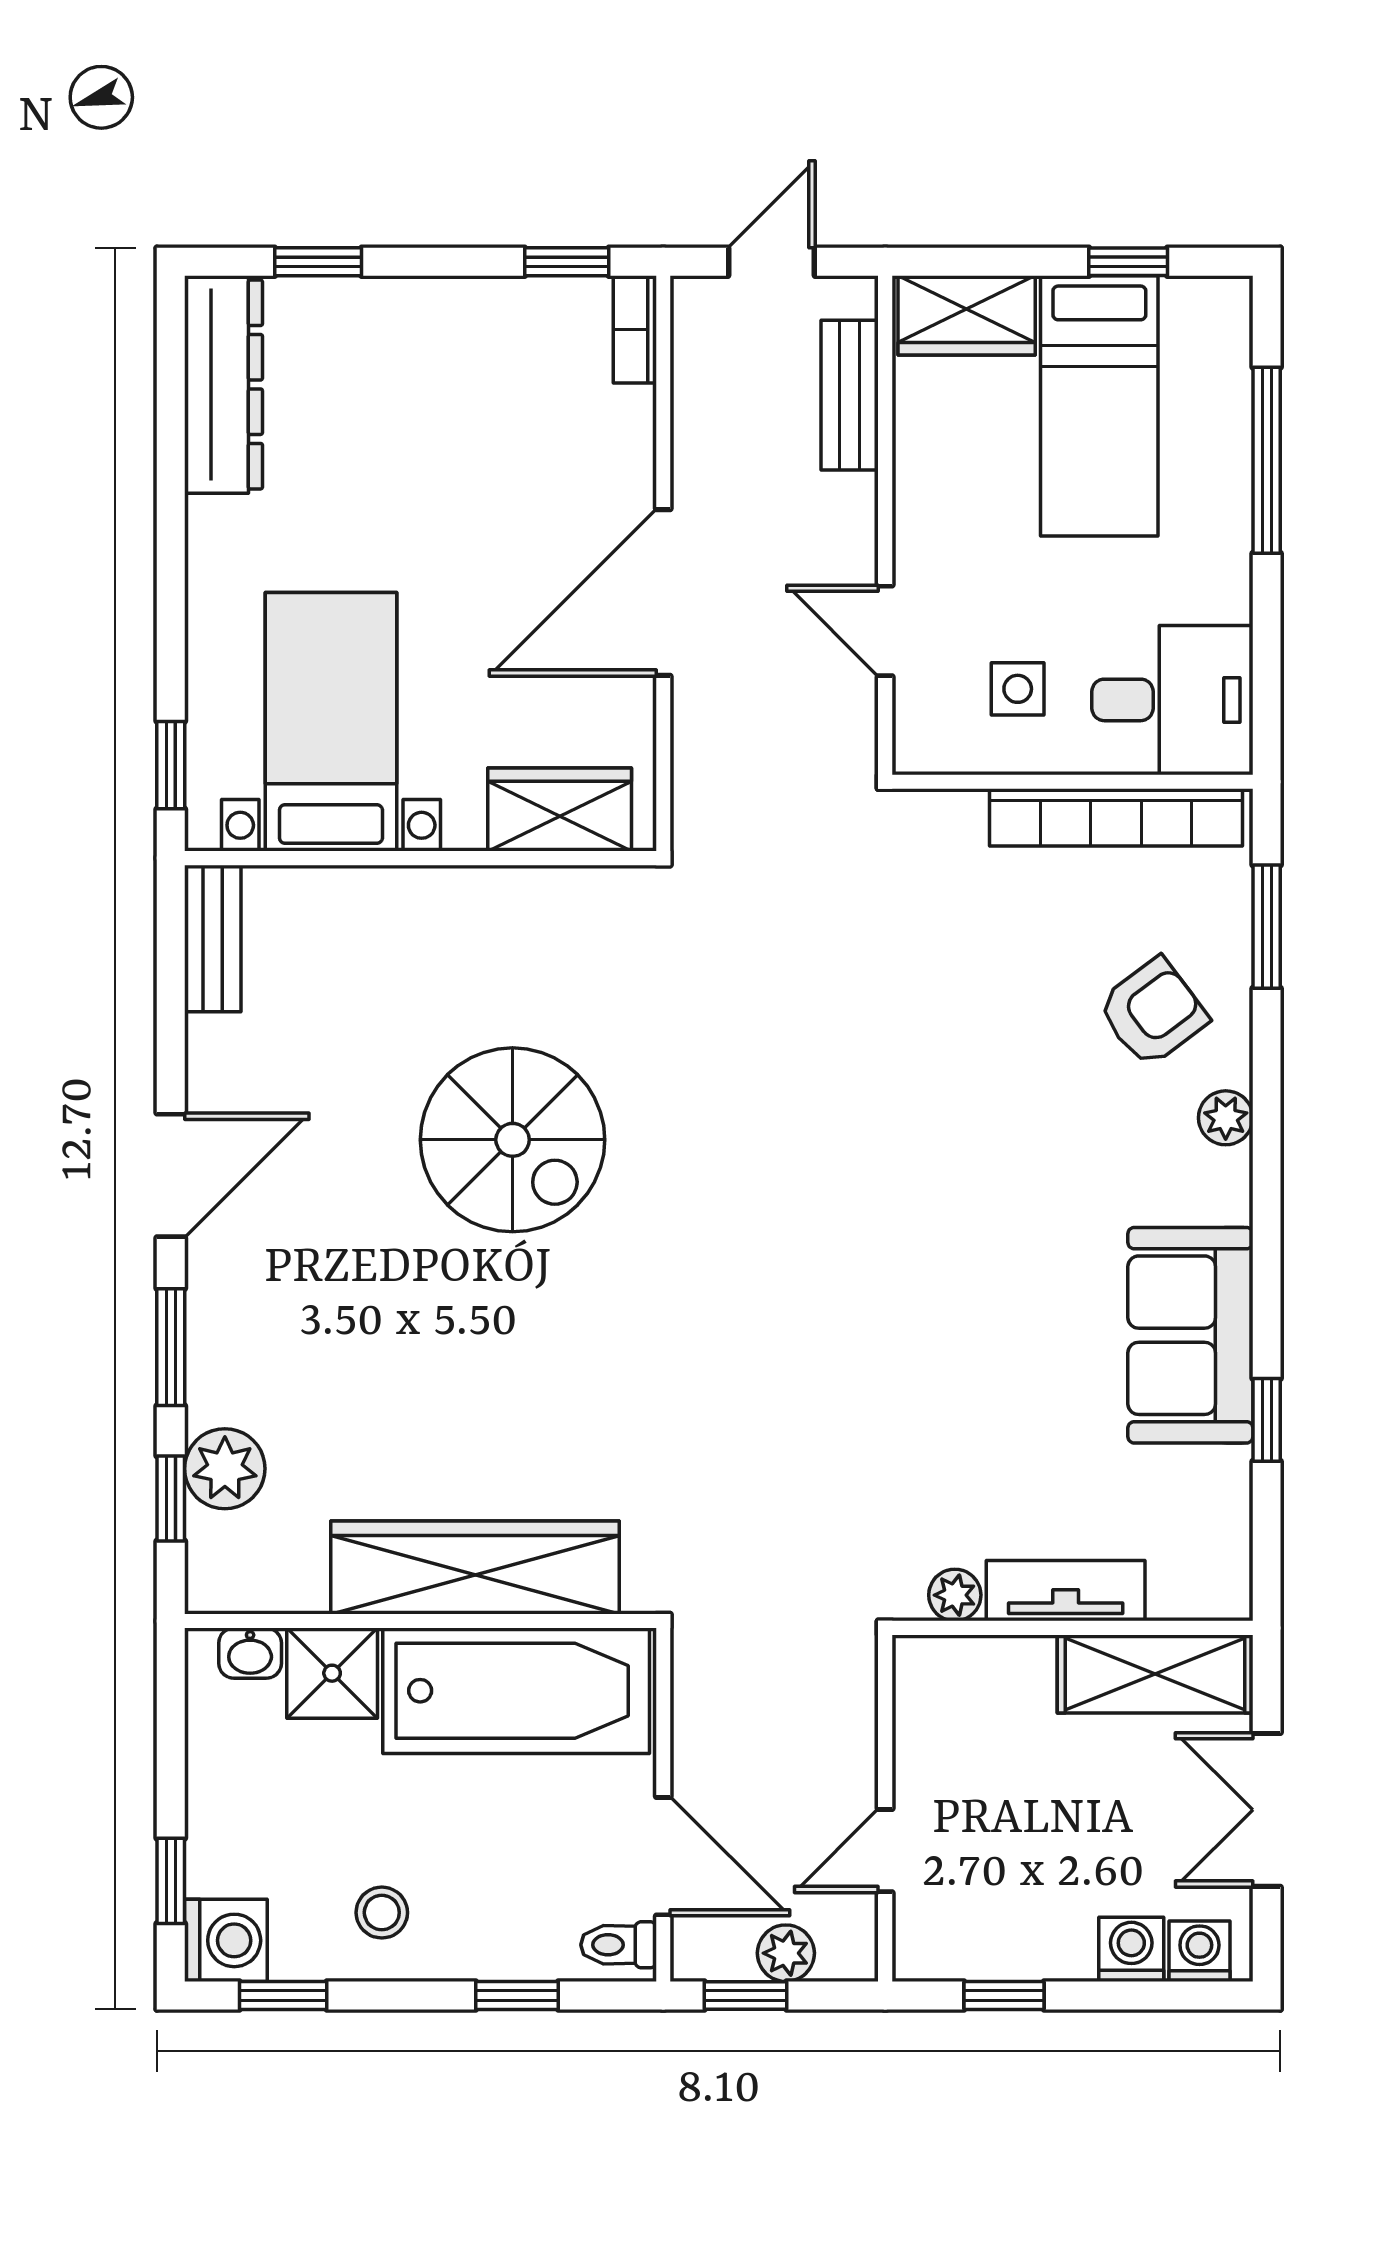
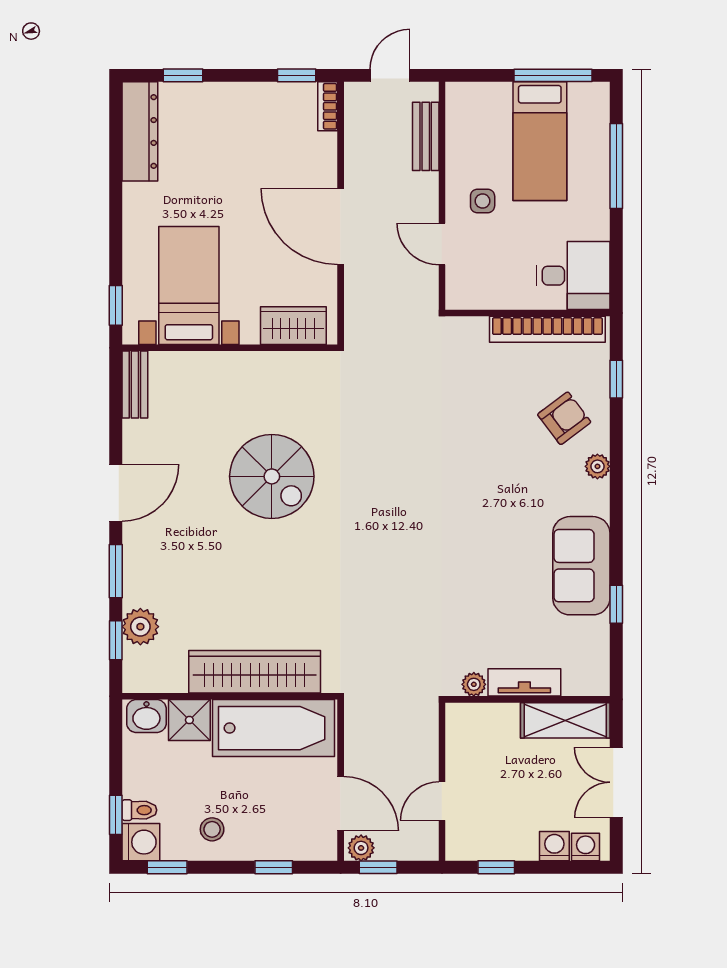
window: (1128, 262) -> (553, 75), width x2.17
wardrobe: (967, 315) -> (479, 100), removed
door: (663, 593) -> (341, 227), hinge flipped
side table: (1018, 689) -> (483, 201), moved
window: (1267, 927) -> (616, 379), width x0.67
washbasin: (250, 1653) -> (146, 716), width x1.38, depth x1.45
toilet: (619, 1945) -> (139, 810), moved, turned 180
plant: (786, 1953) -> (361, 848), moved

